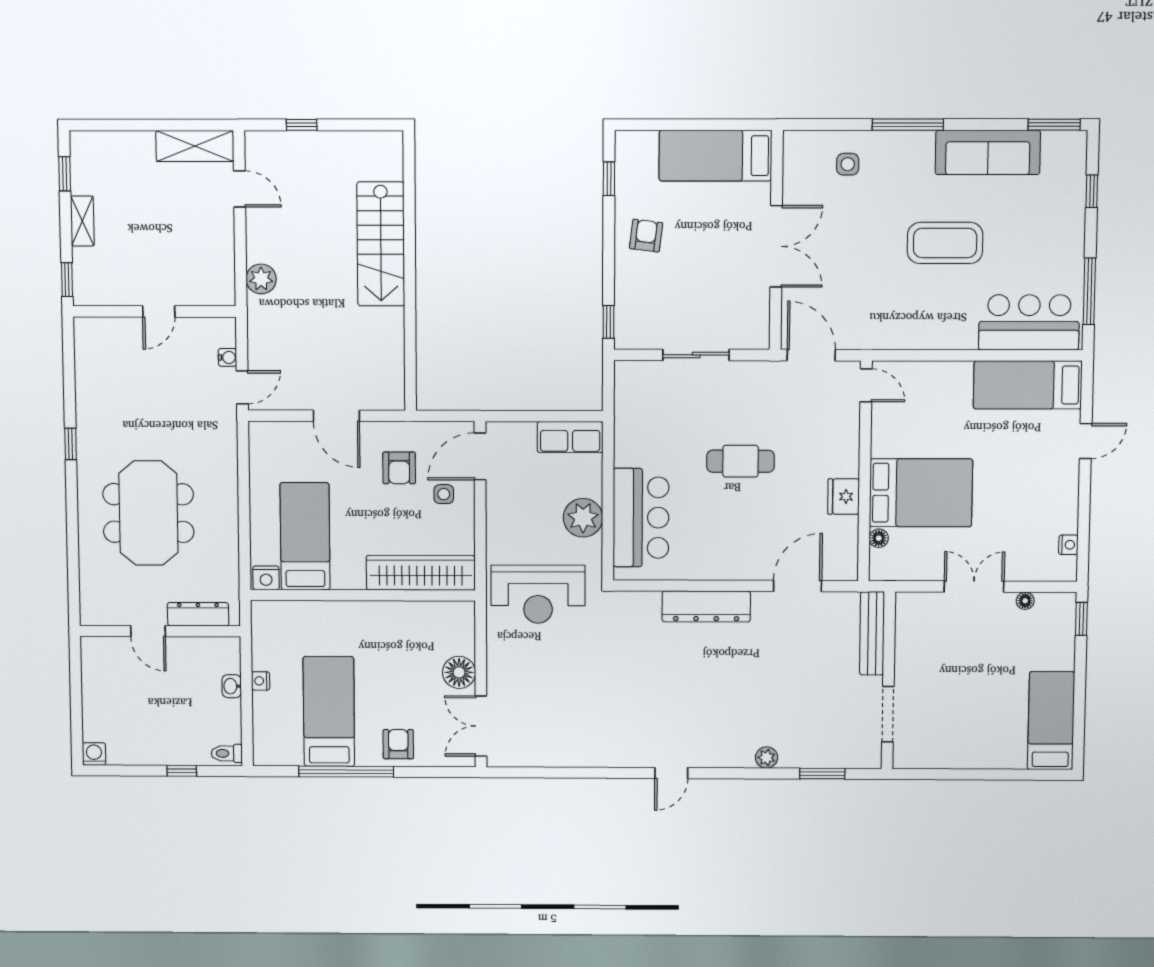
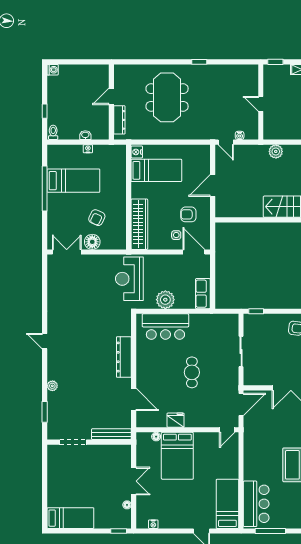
meeting table: (148, 513) -> (167, 97), turned 90
armchair: (398, 744) -> (97, 218), moved, turned 115

